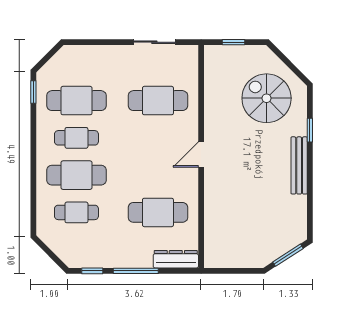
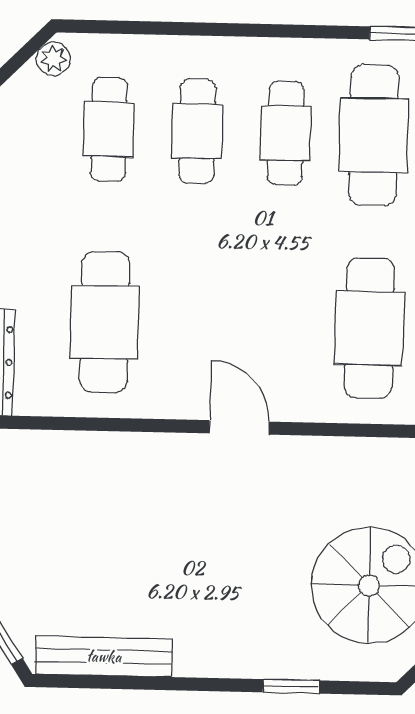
bench: (299, 165) -> (104, 656), moved
cafe table: (76, 175) -> (197, 131), width x0.73, depth x0.74
plant: (47, 237) -> (53, 59), added

